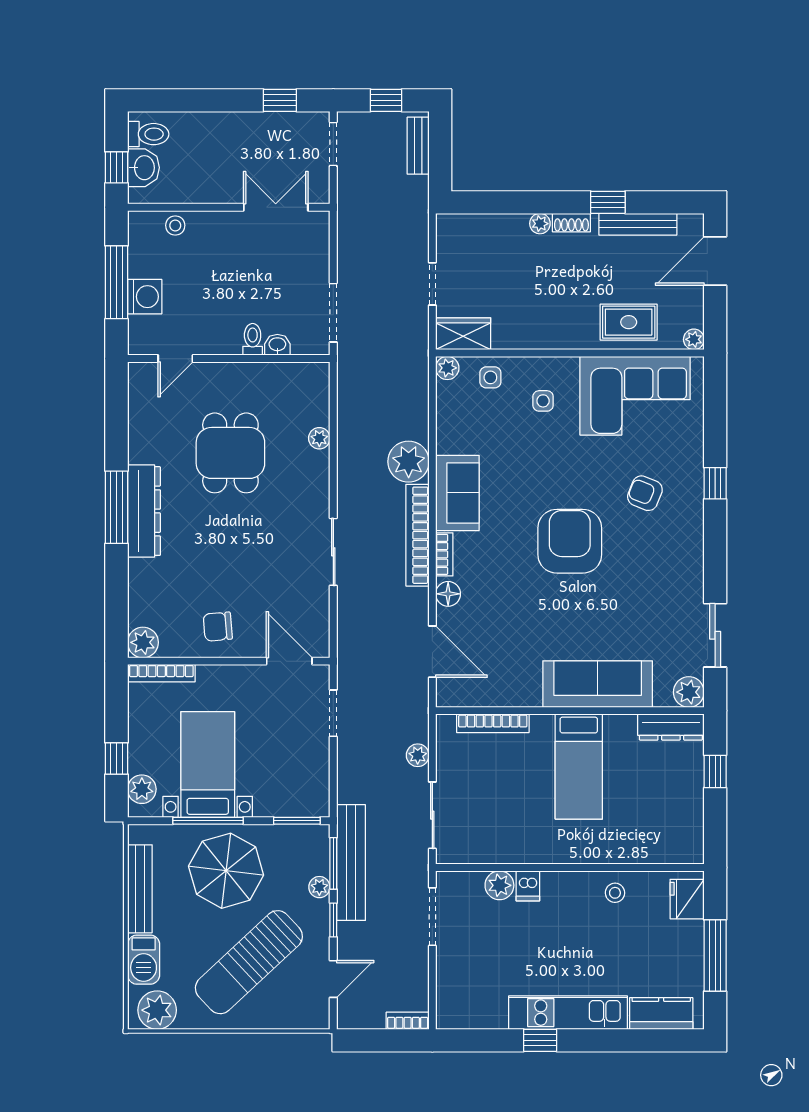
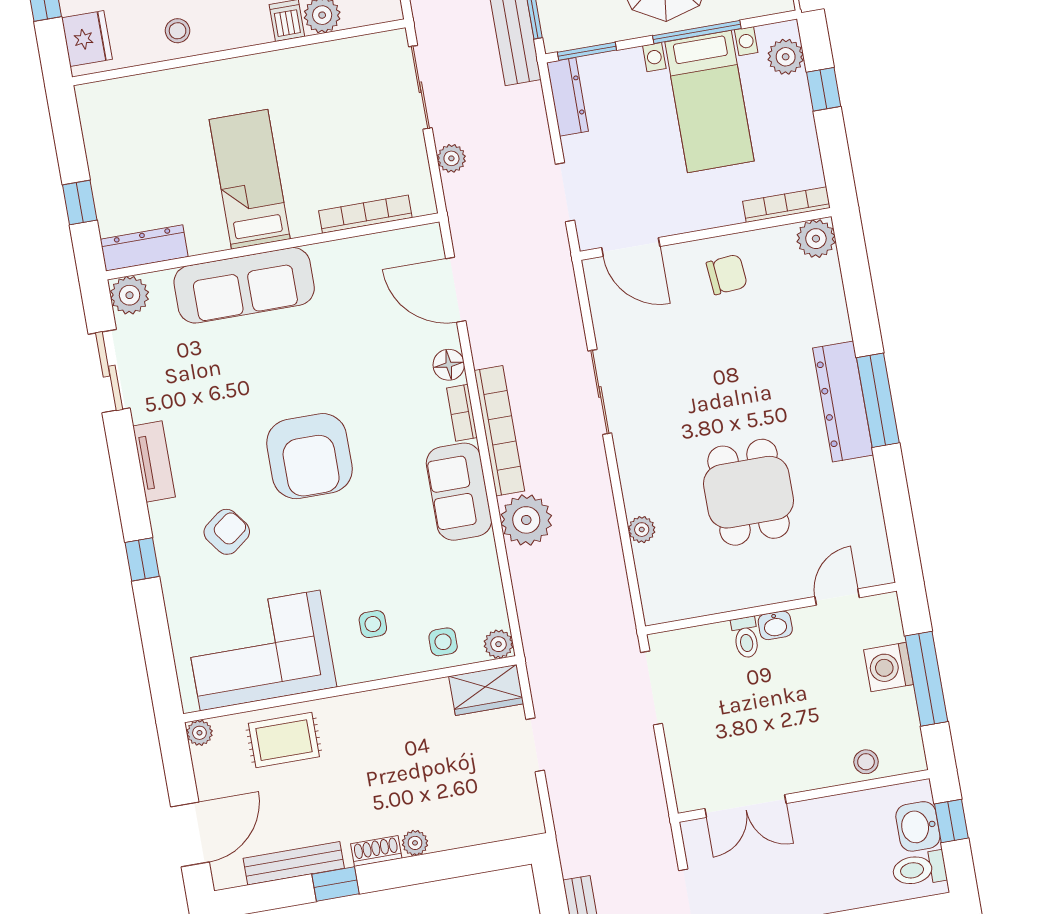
washbasin: (277, 345) -> (775, 625), moved
armchair: (645, 493) -> (227, 532), turned -59
tv unit: (692, 558) -> (154, 462), added
dresser: (318, 788) -> (567, 97), added

